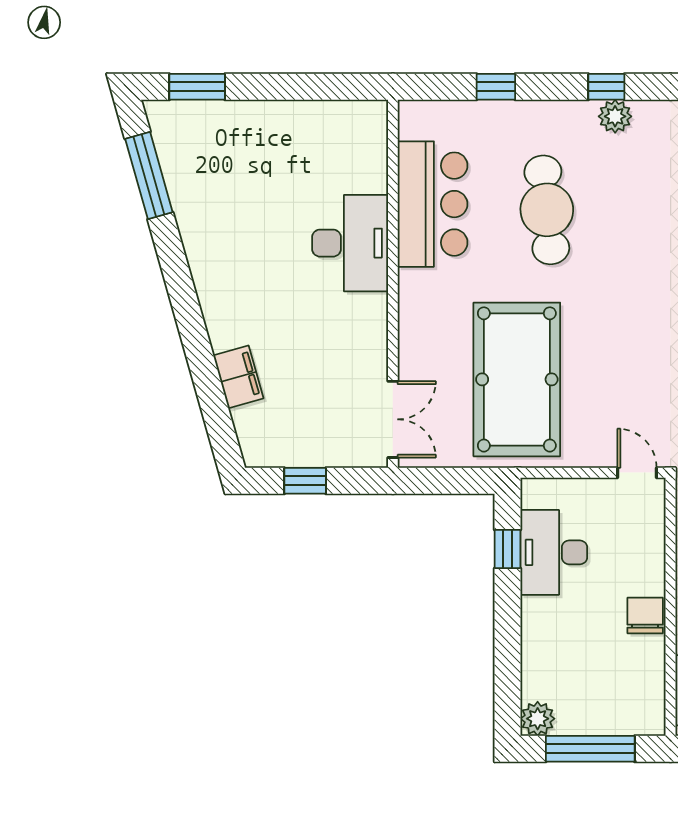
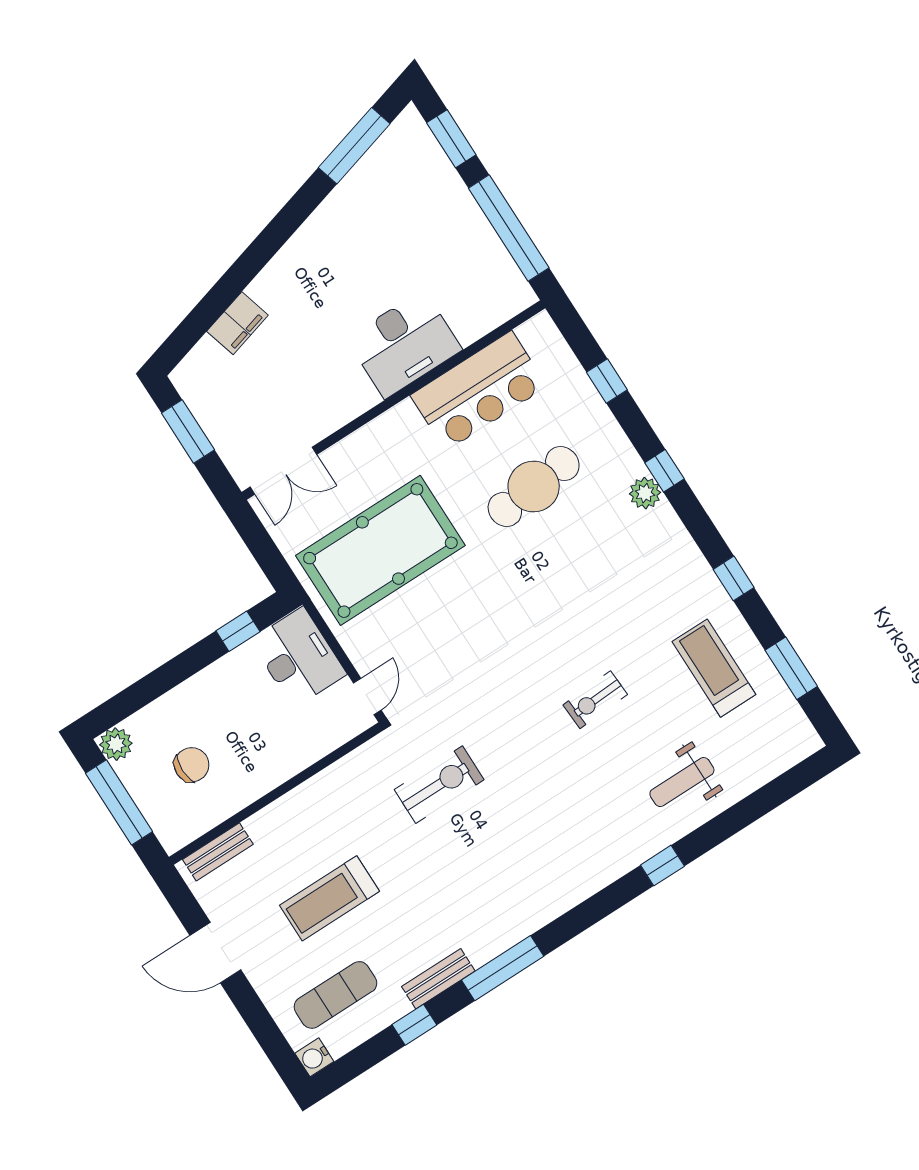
window: (307, 87) -> (509, 228), added
window: (305, 481) -> (188, 431), width x1.50
desk: (554, 552) -> (298, 657), moved, turned 90
chair: (645, 615) -> (192, 765), moved

